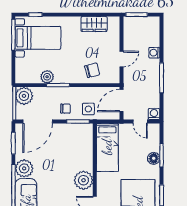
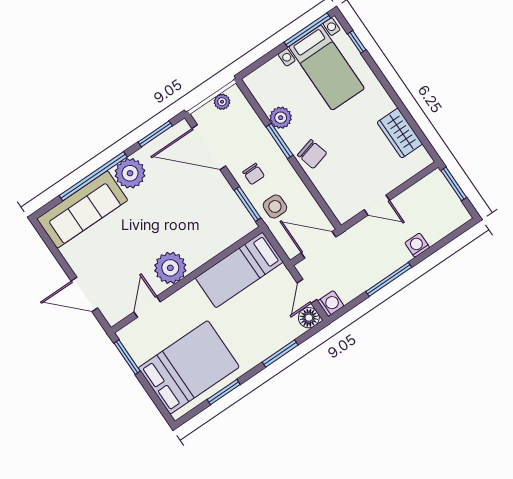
chair: (92, 70) -> (312, 154), moved
plant: (24, 96) -> (222, 102), width x0.53, depth x0.53
floor lamp: (154, 158) -> (309, 318), moved

